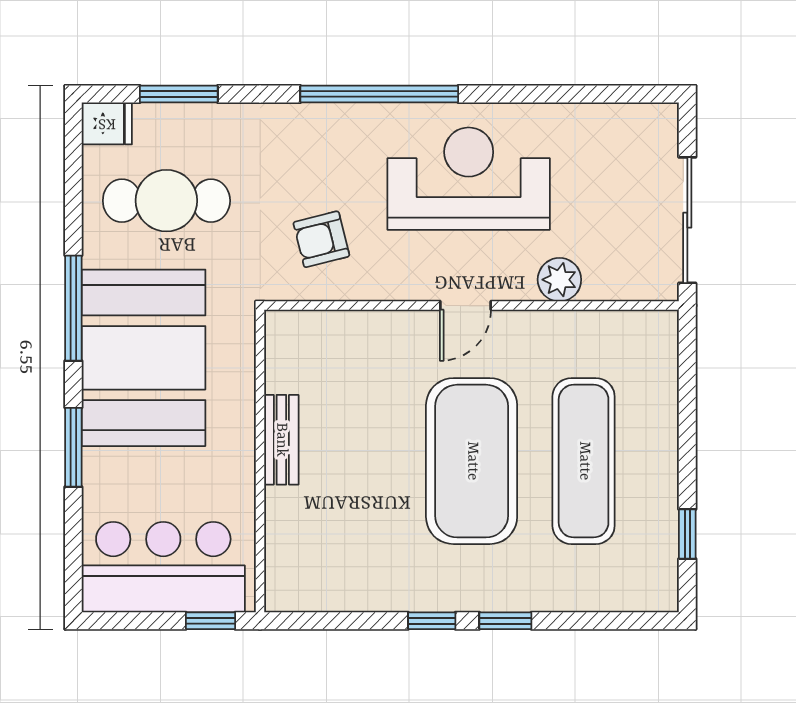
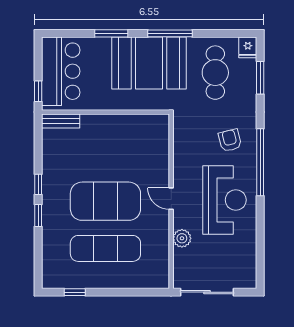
armchair: (321, 239) -> (230, 140), moved
bench: (281, 440) -> (61, 121), moved

